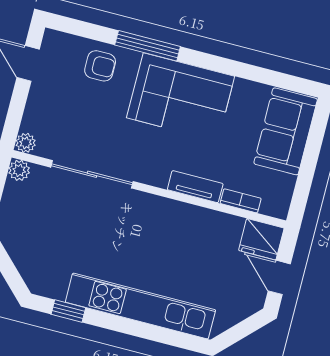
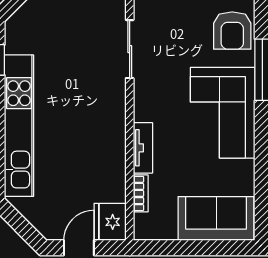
armchair: (100, 66) -> (232, 31), width x1.38, depth x1.38
sliding door: (92, 174) -> (130, 49), width x0.73

